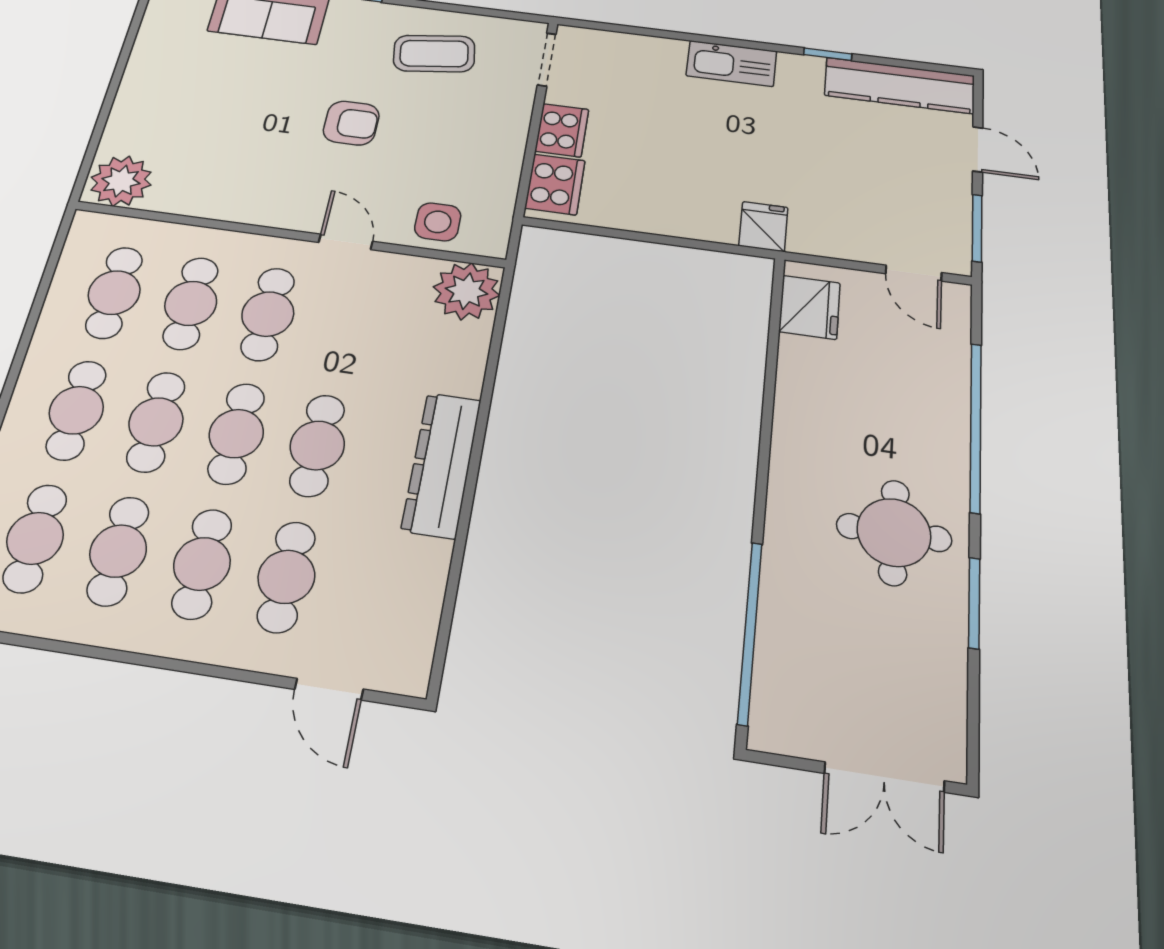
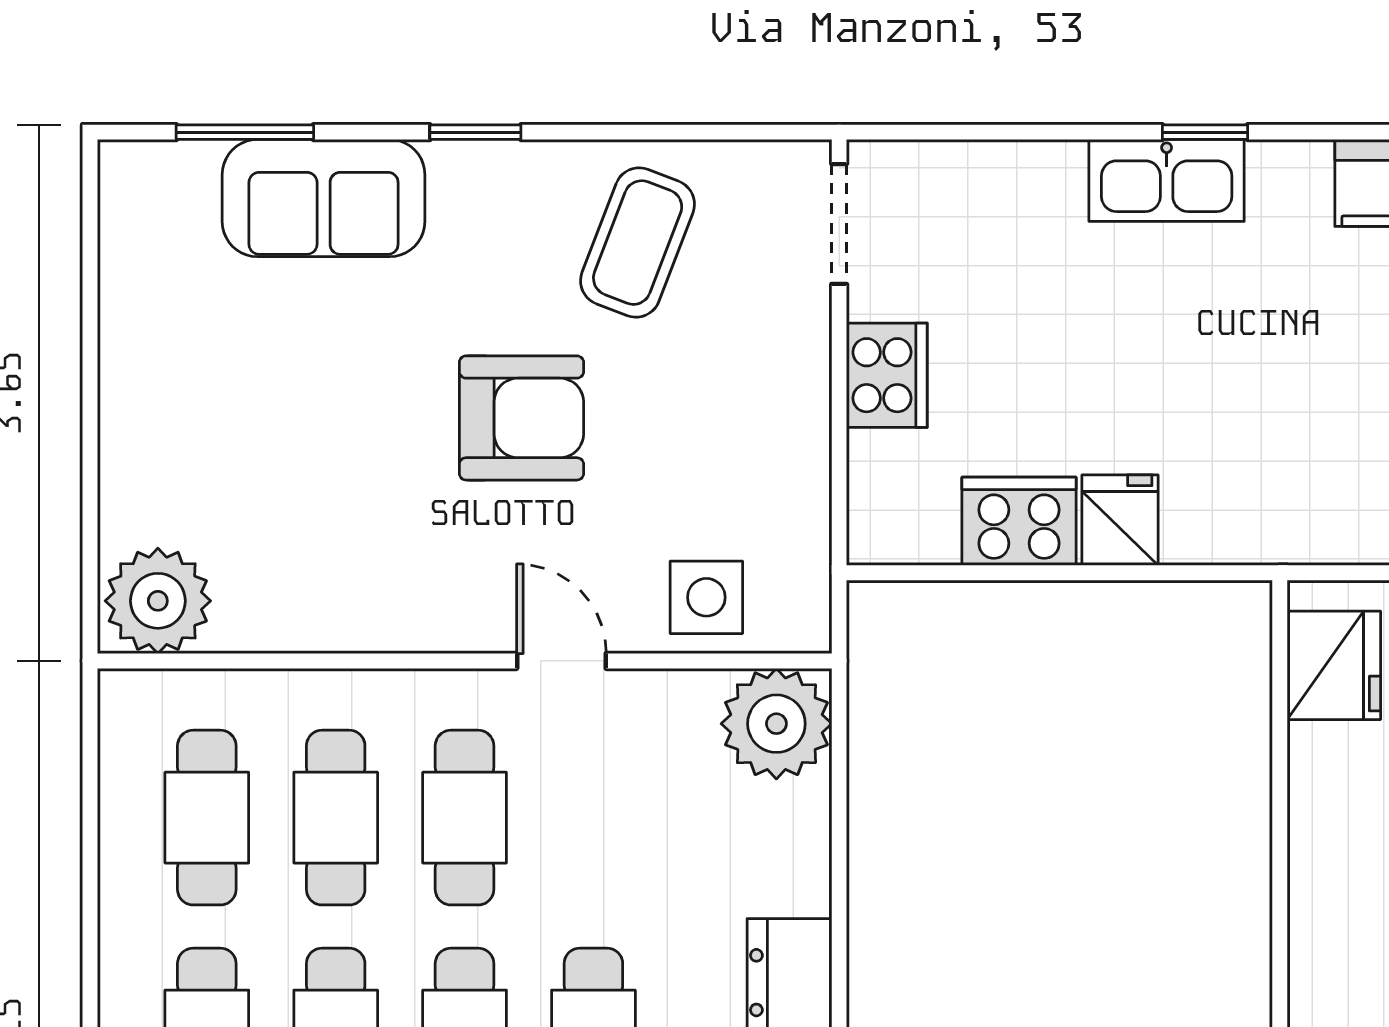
coffee table: (434, 54) -> (638, 243), turned -61
window: (828, 54) -> (1205, 132), moved
armchair: (351, 123) -> (521, 418), width x1.38, depth x1.38
cooker: (555, 184) -> (1019, 521), moved, turned -90
fridge: (763, 227) -> (1120, 520), moved

